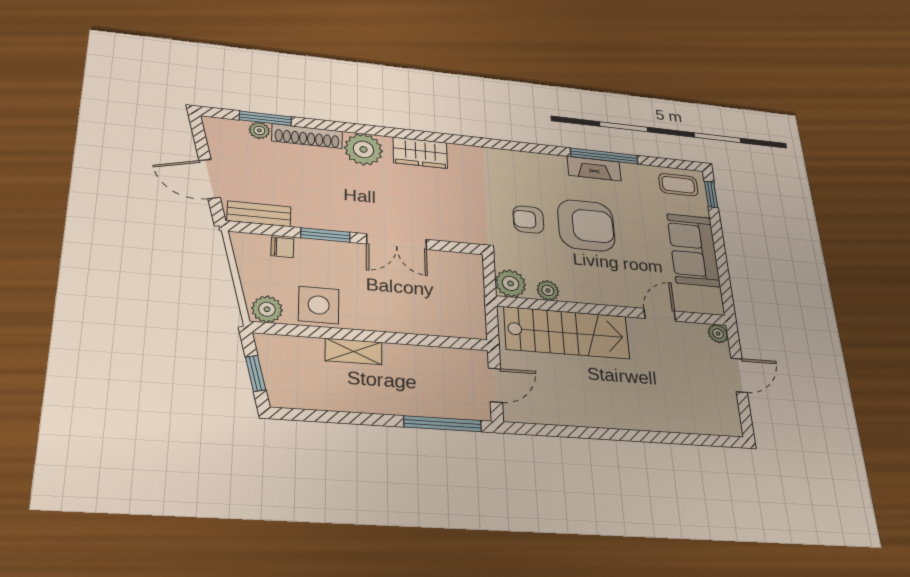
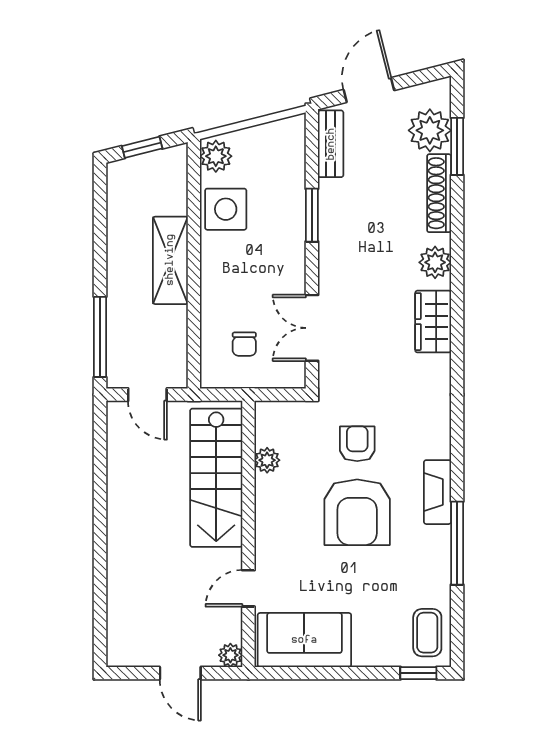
plant: (259, 130) -> (430, 130), width x1.88, depth x1.88
plant: (363, 149) -> (435, 262), width x0.73, depth x0.73
fireplace: (594, 169) -> (437, 492), moved
double door: (397, 242) -> (312, 328), moved
chair: (282, 247) -> (244, 344), moved
sofa: (693, 250) -> (304, 640), moved
plant: (511, 283) -> (272, 418), removed
door: (660, 315) -> (248, 588), swing flipped
shelving: (354, 351) -> (170, 260), width x1.50, depth x1.33

